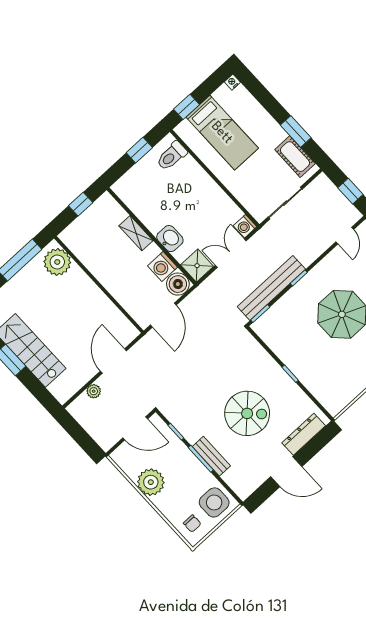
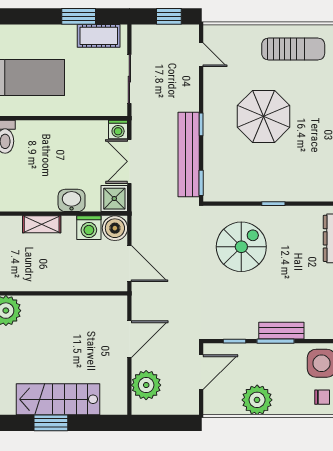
door: (113, 361) -> (129, 339), swing flipped
plant: (94, 391) -> (146, 385), width x1.87, depth x1.87
spiral stairs: (247, 413) -> (241, 247), moved

